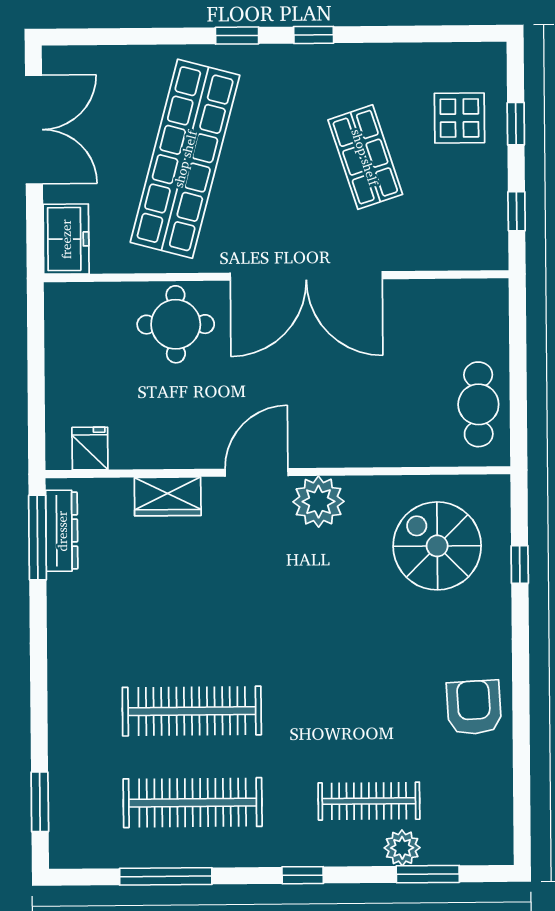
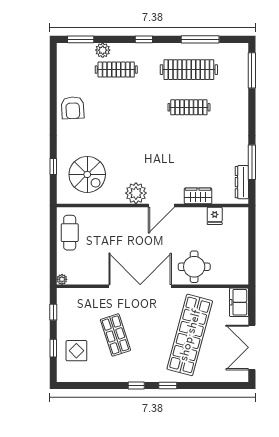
plant: (496, 291) -> (62, 279), added
fridge: (90, 449) -> (215, 216), moved
window: (37, 538) -> (252, 162), moved
clothes rail: (192, 711) -> (189, 107), width x0.73, depth x0.76
window: (40, 802) -> (252, 70), width x1.44
window: (428, 874) -> (81, 39), moved

